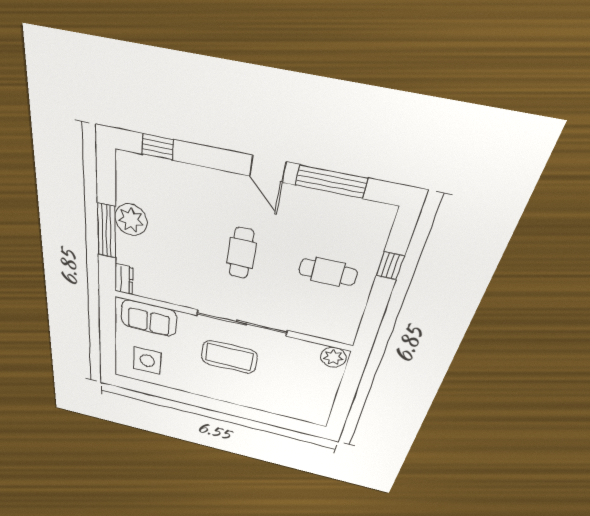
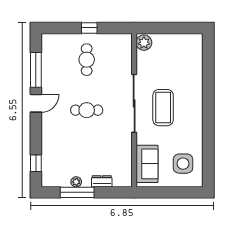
plant: (131, 220) -> (76, 182), width x0.53, depth x0.53
window: (107, 231) -> (77, 192), moved
window: (390, 266) -> (89, 28), moved
dresser: (124, 279) -> (102, 181), moved

